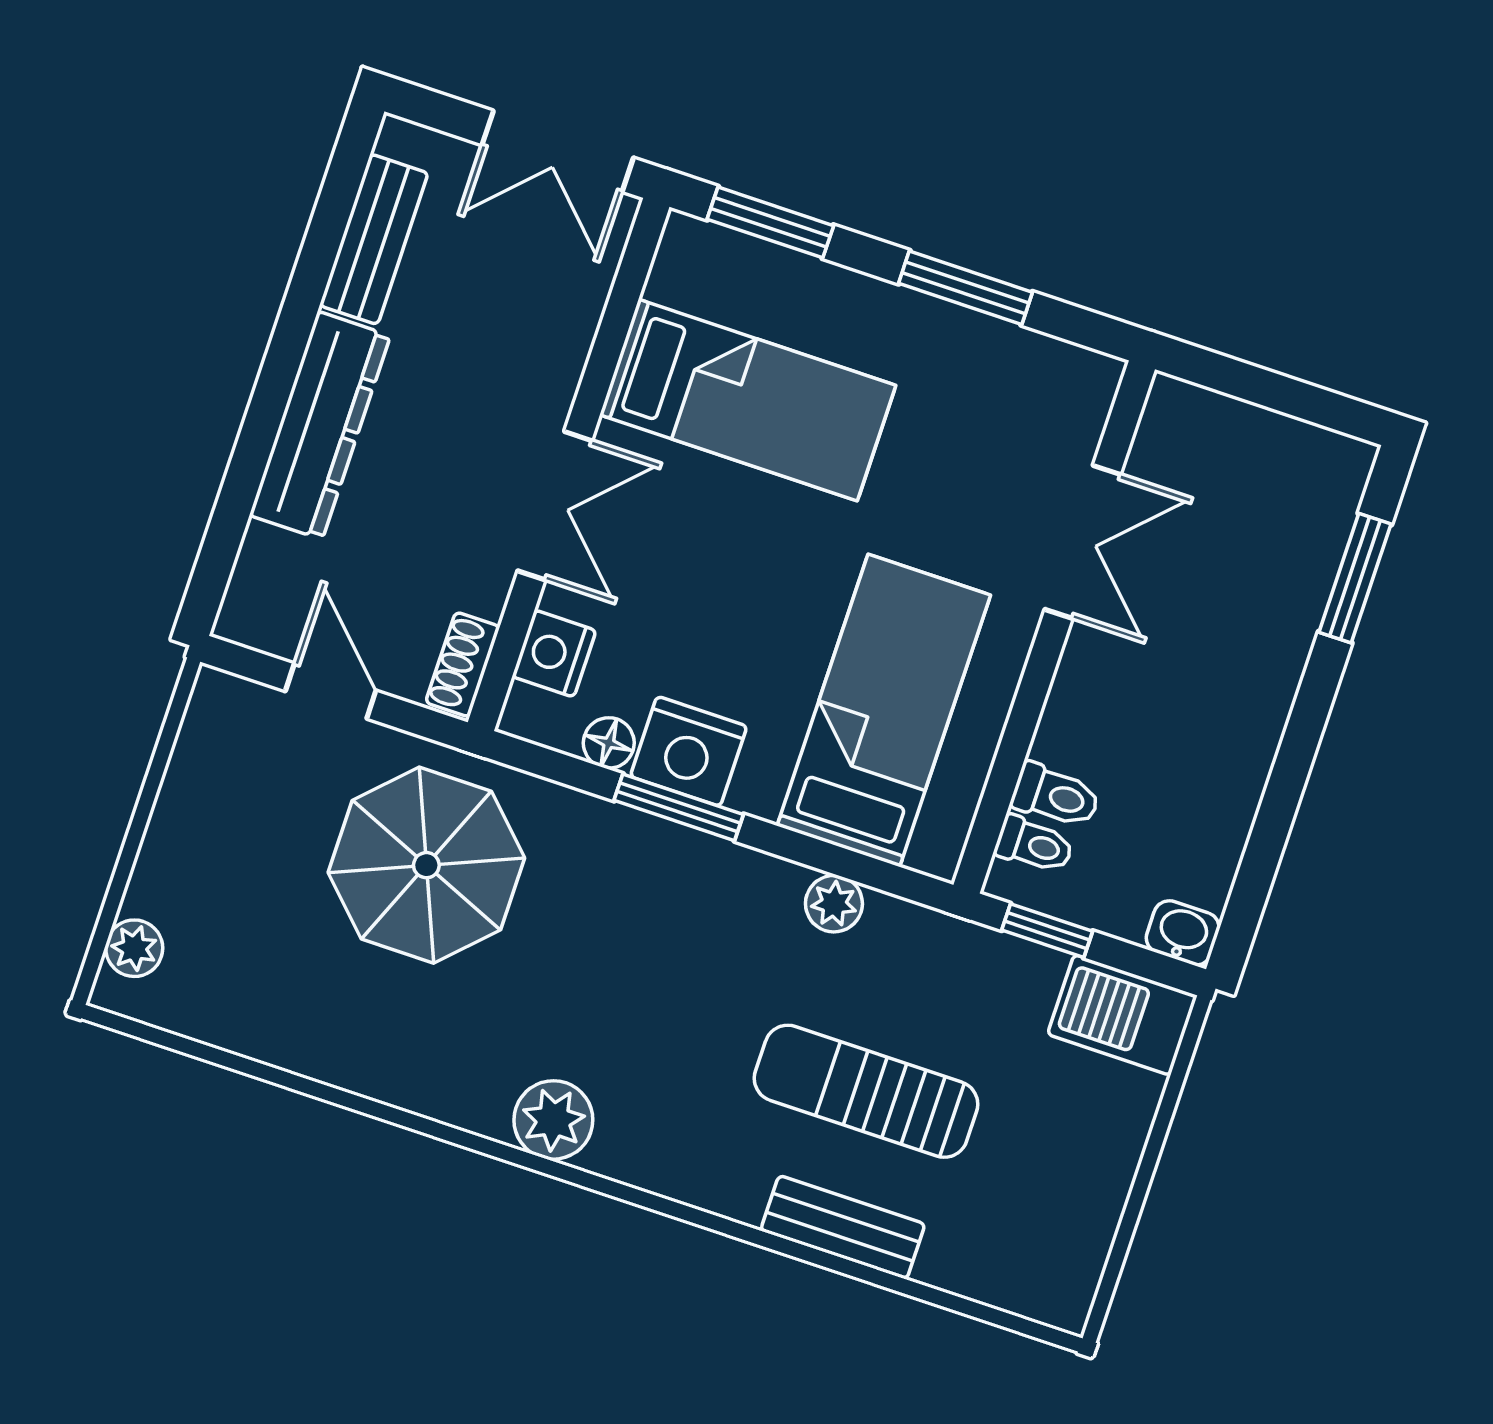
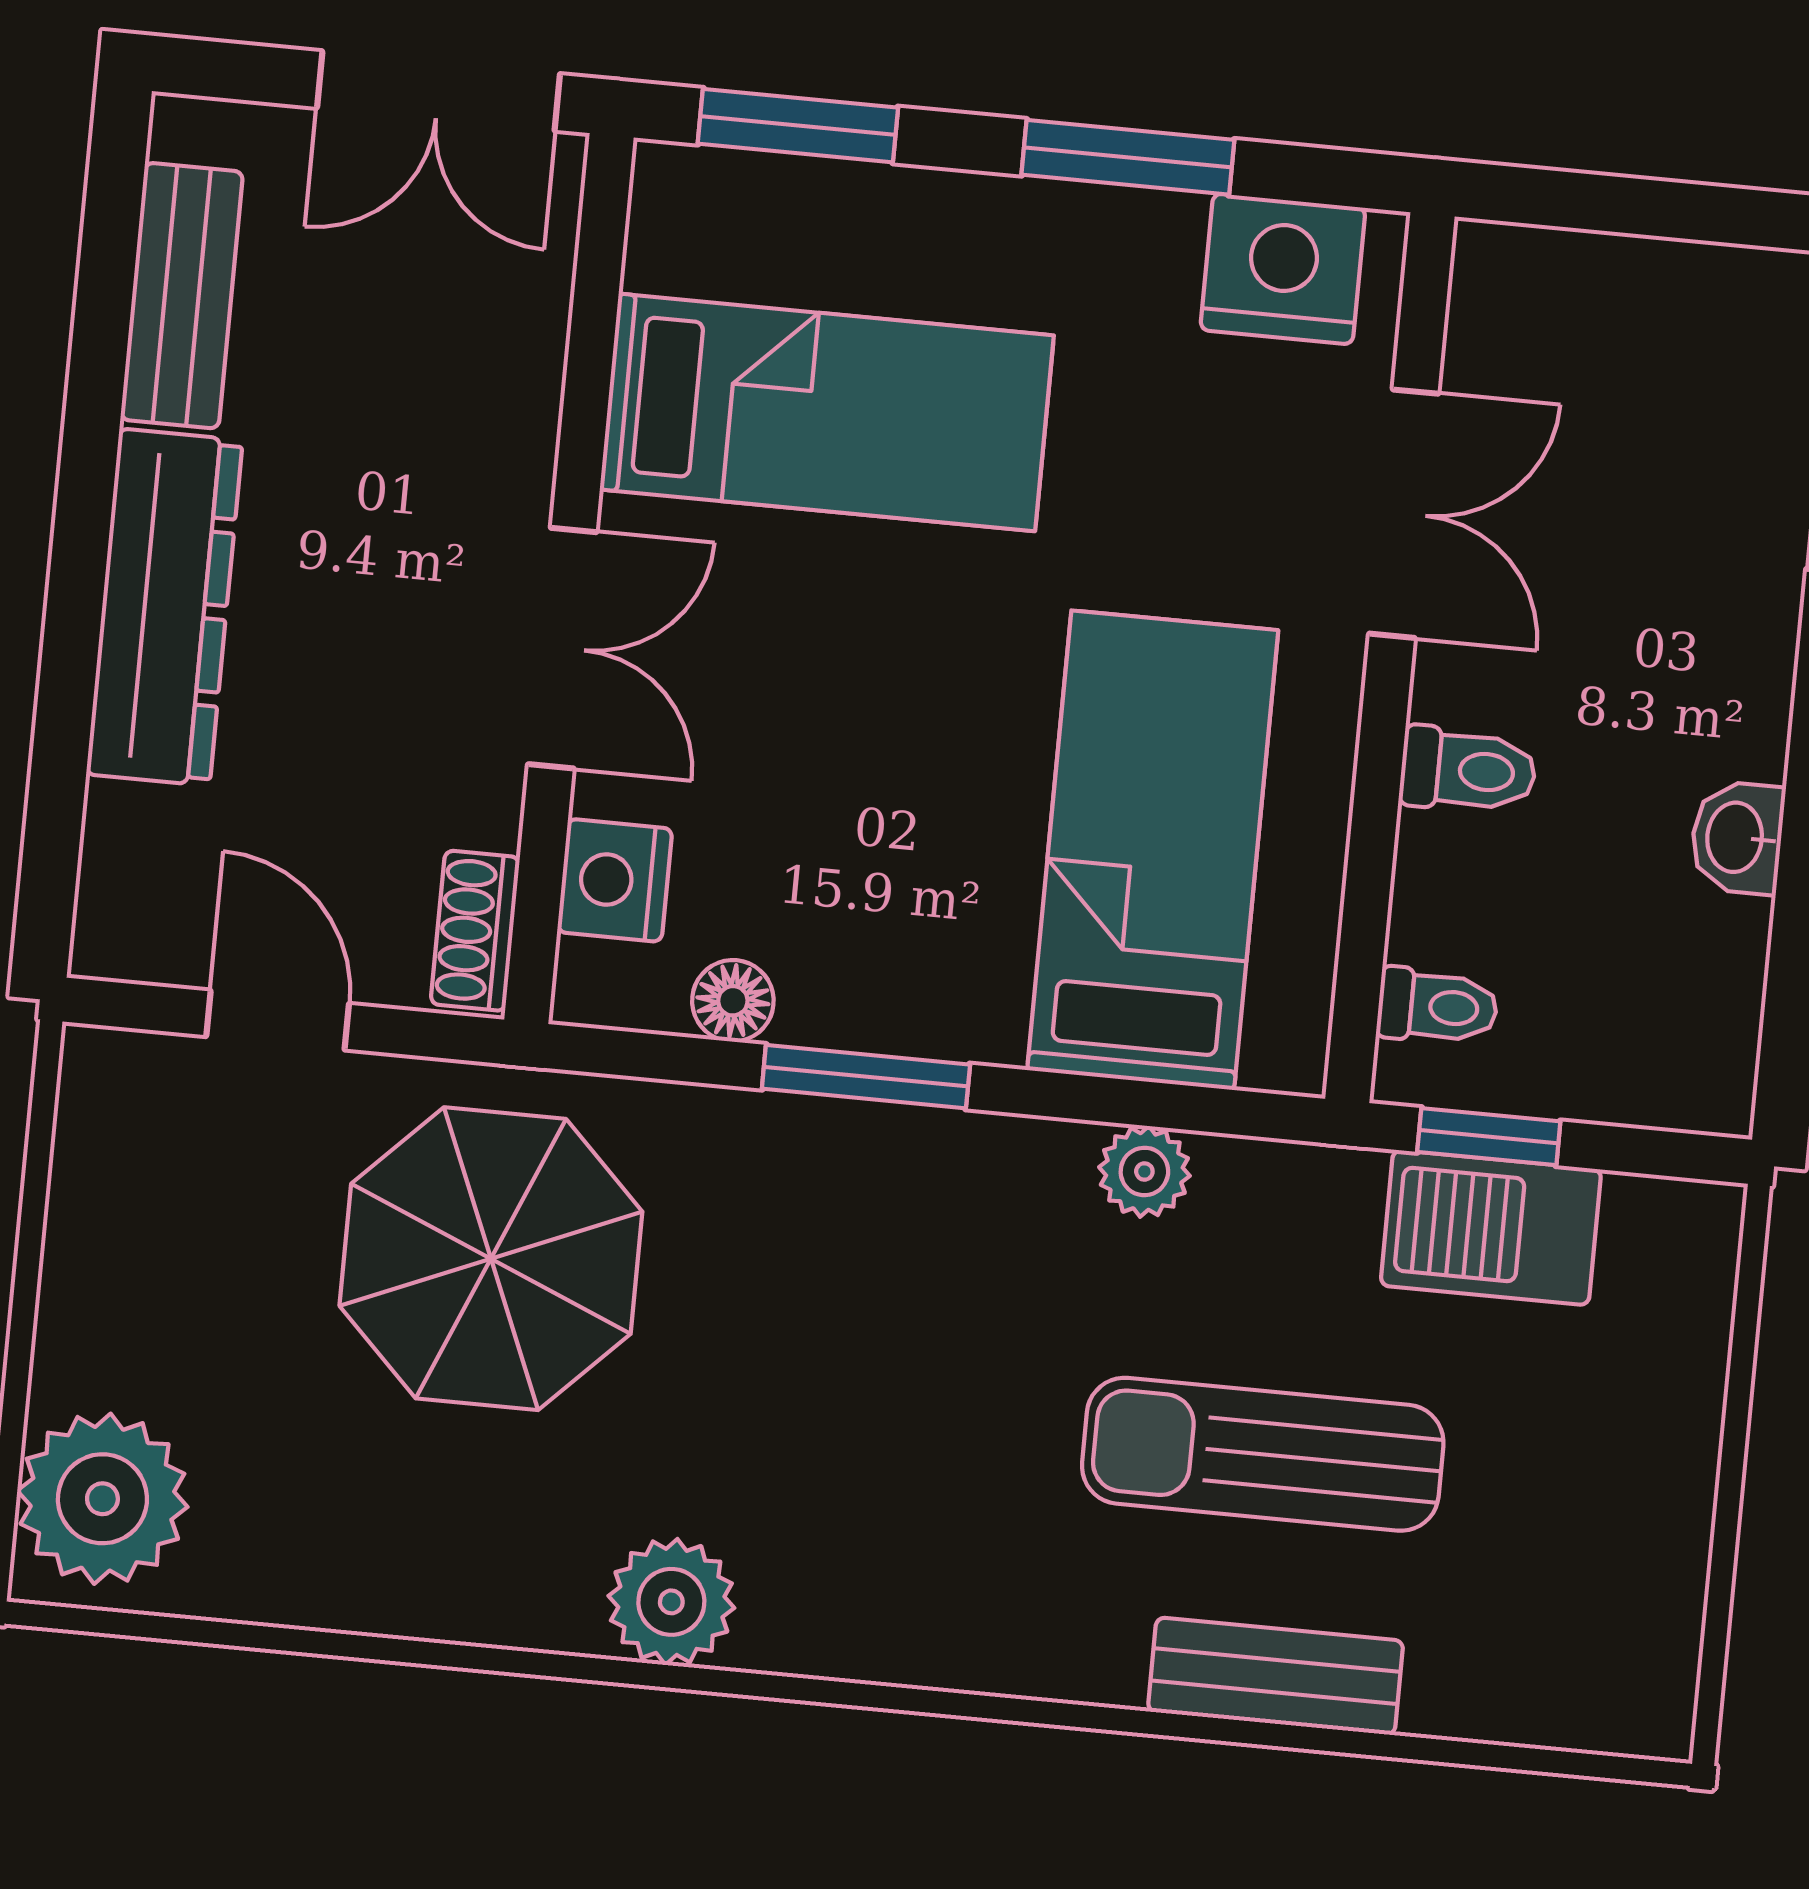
nightstand: (689, 751) -> (1283, 269), moved, turned 180
toilet: (1056, 796) -> (1468, 770), moved
washbasin: (1183, 933) -> (1737, 838), moved, turned -90
plant: (134, 948) -> (102, 1499), width x1.87, depth x1.87
barbecue: (1122, 1015) -> (1491, 1228), moved
plant: (553, 1120) -> (671, 1602), moved

